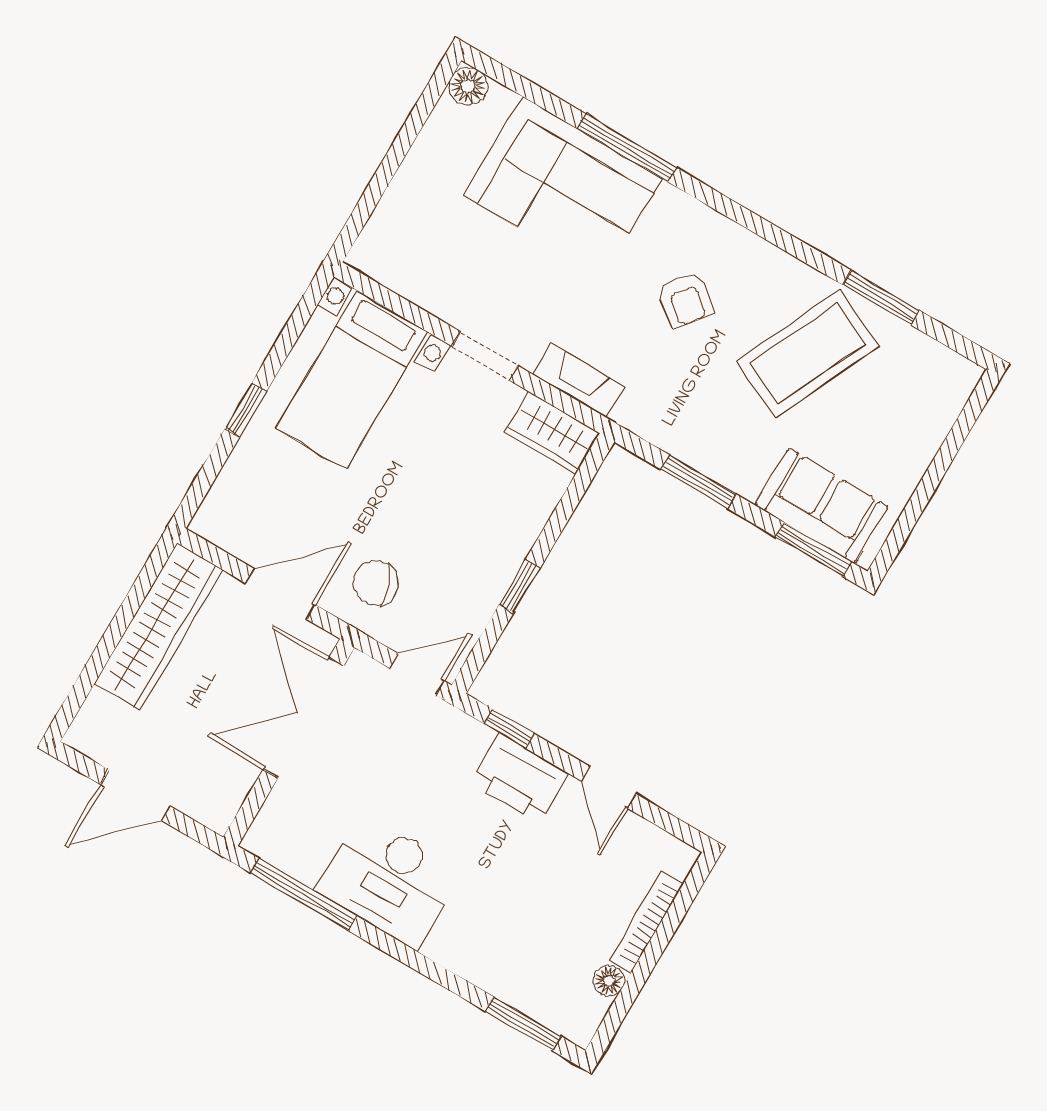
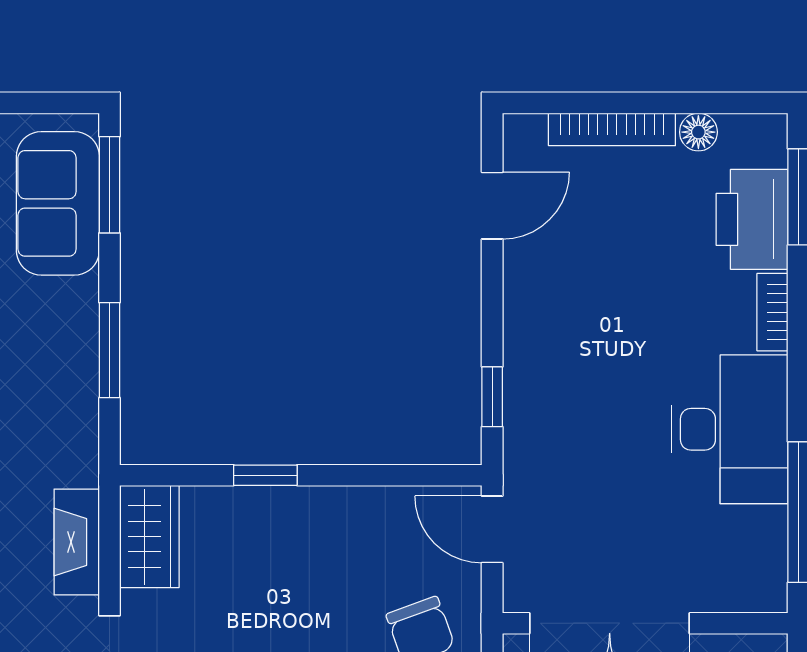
window: (520, 586) -> (265, 475), moved
printer: (519, 778) -> (752, 219), moved, turned 180
door: (609, 787) -> (492, 206), moved
bookcase: (453, 959) -> (772, 312), added

